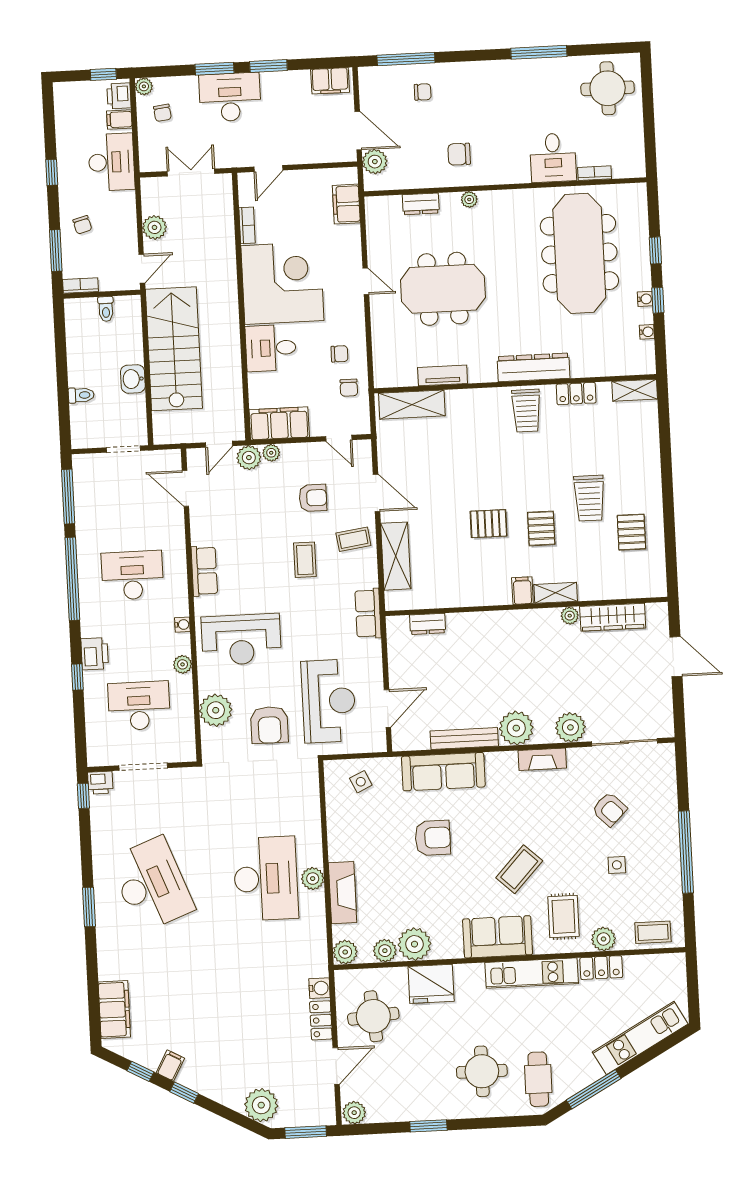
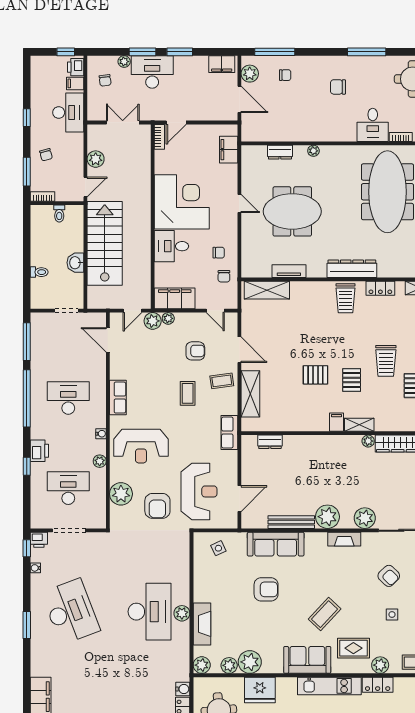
plant: (144, 86) -> (124, 62), moved
chair: (459, 154) -> (338, 87), moved
plant: (375, 162) -> (250, 74), moved
bookcase: (247, 225) -> (159, 137), moved
water cooler: (97, 824) -> (35, 568), added
rug: (564, 916) -> (353, 648), turned 90

